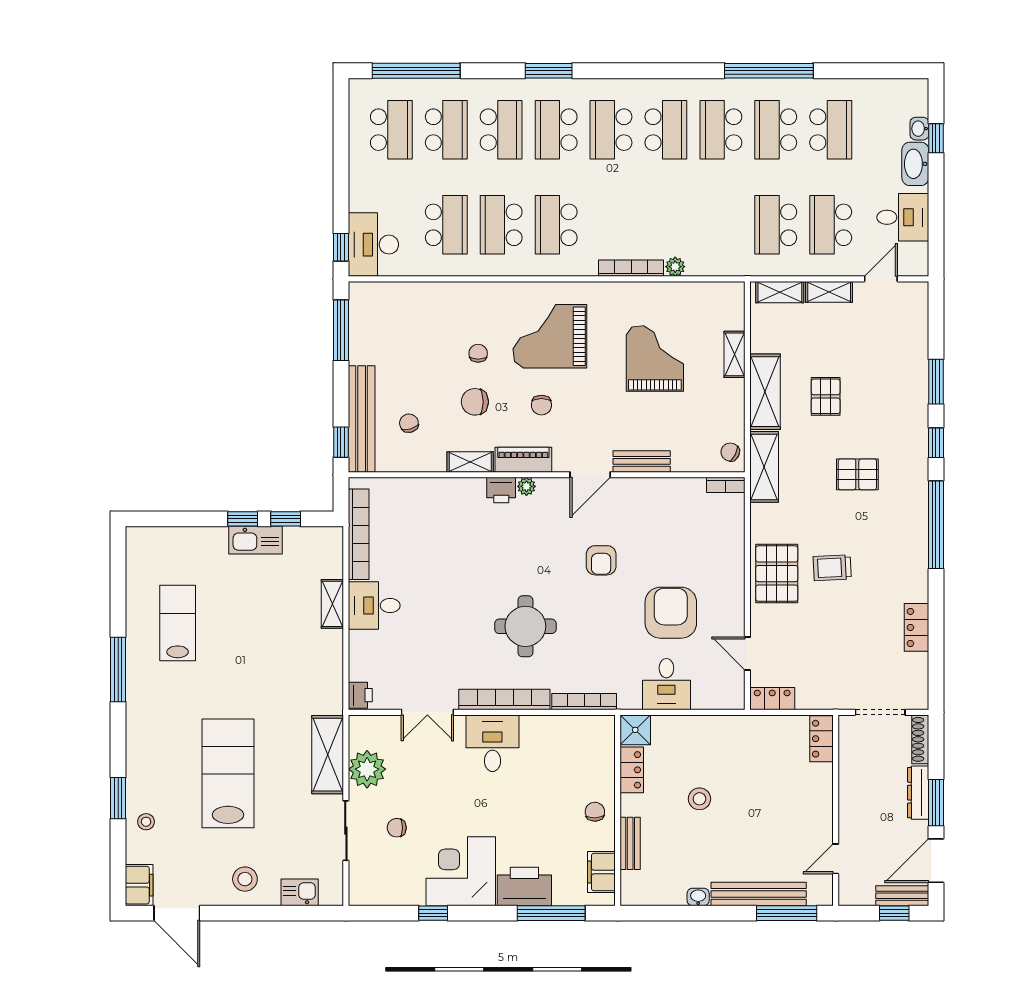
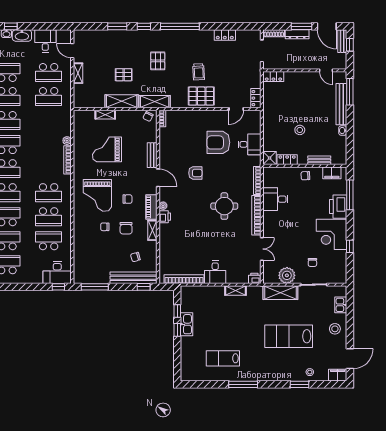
shelving: (780, 292) -> (78, 95), removed
shelving: (332, 604) -> (236, 291), moved
desk: (492, 743) -> (275, 199), moved

